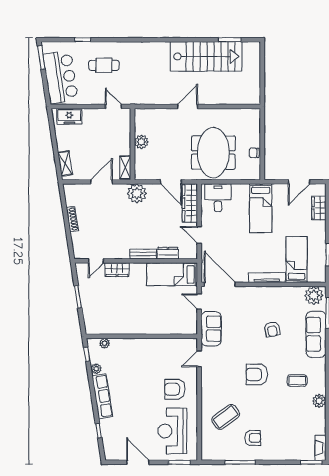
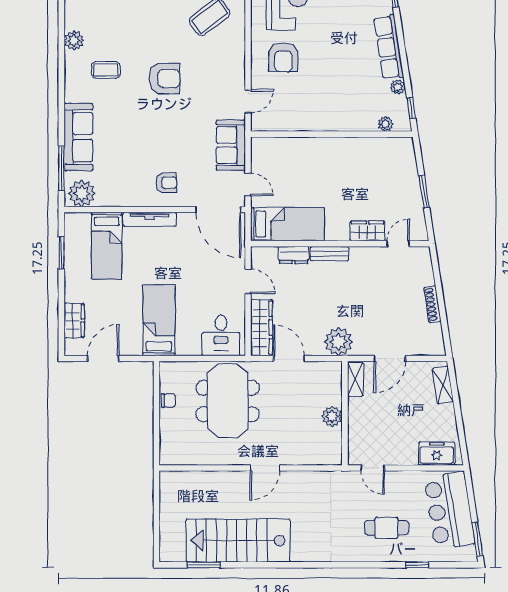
armchair: (272, 329) -> (166, 183), moved, turned 100
armchair: (175, 389) -> (283, 57), turned 90

